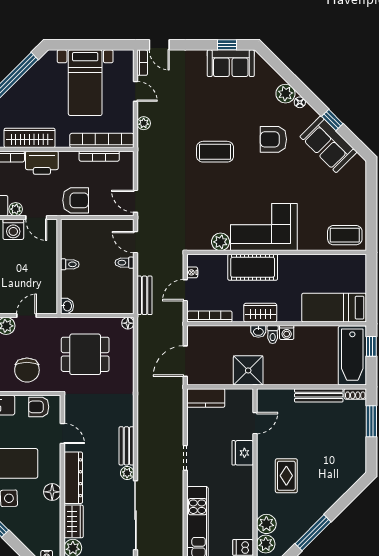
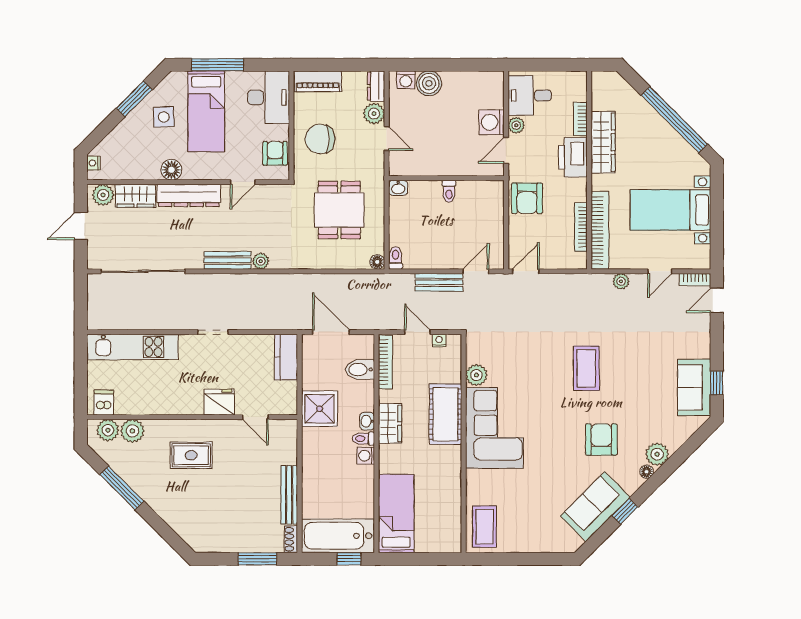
toilet: (124, 263) -> (396, 258), moved
bench: (145, 295) -> (439, 282), moved
bidet: (216, 337) -> (360, 370), added
plant: (127, 473) -> (261, 261), moved

